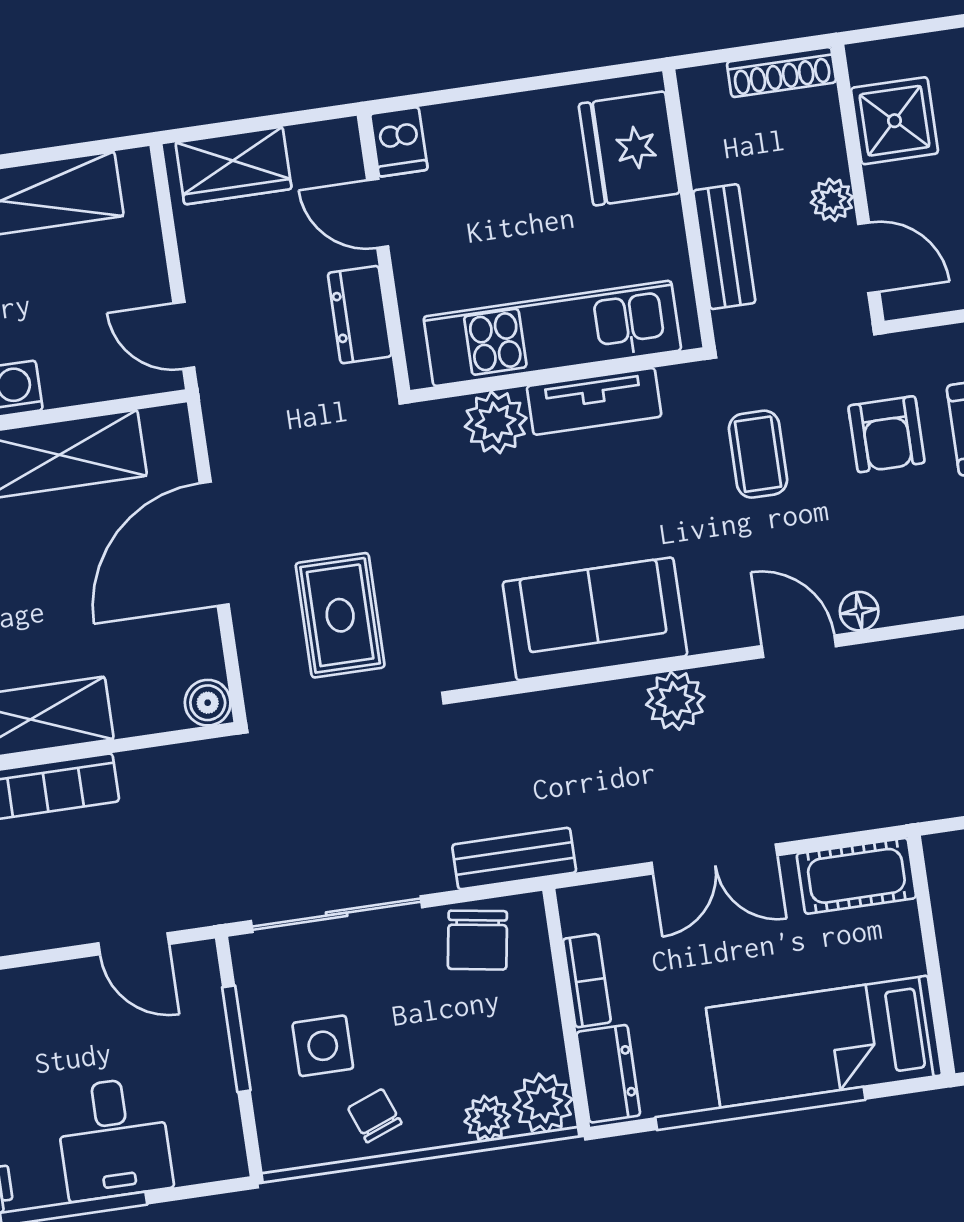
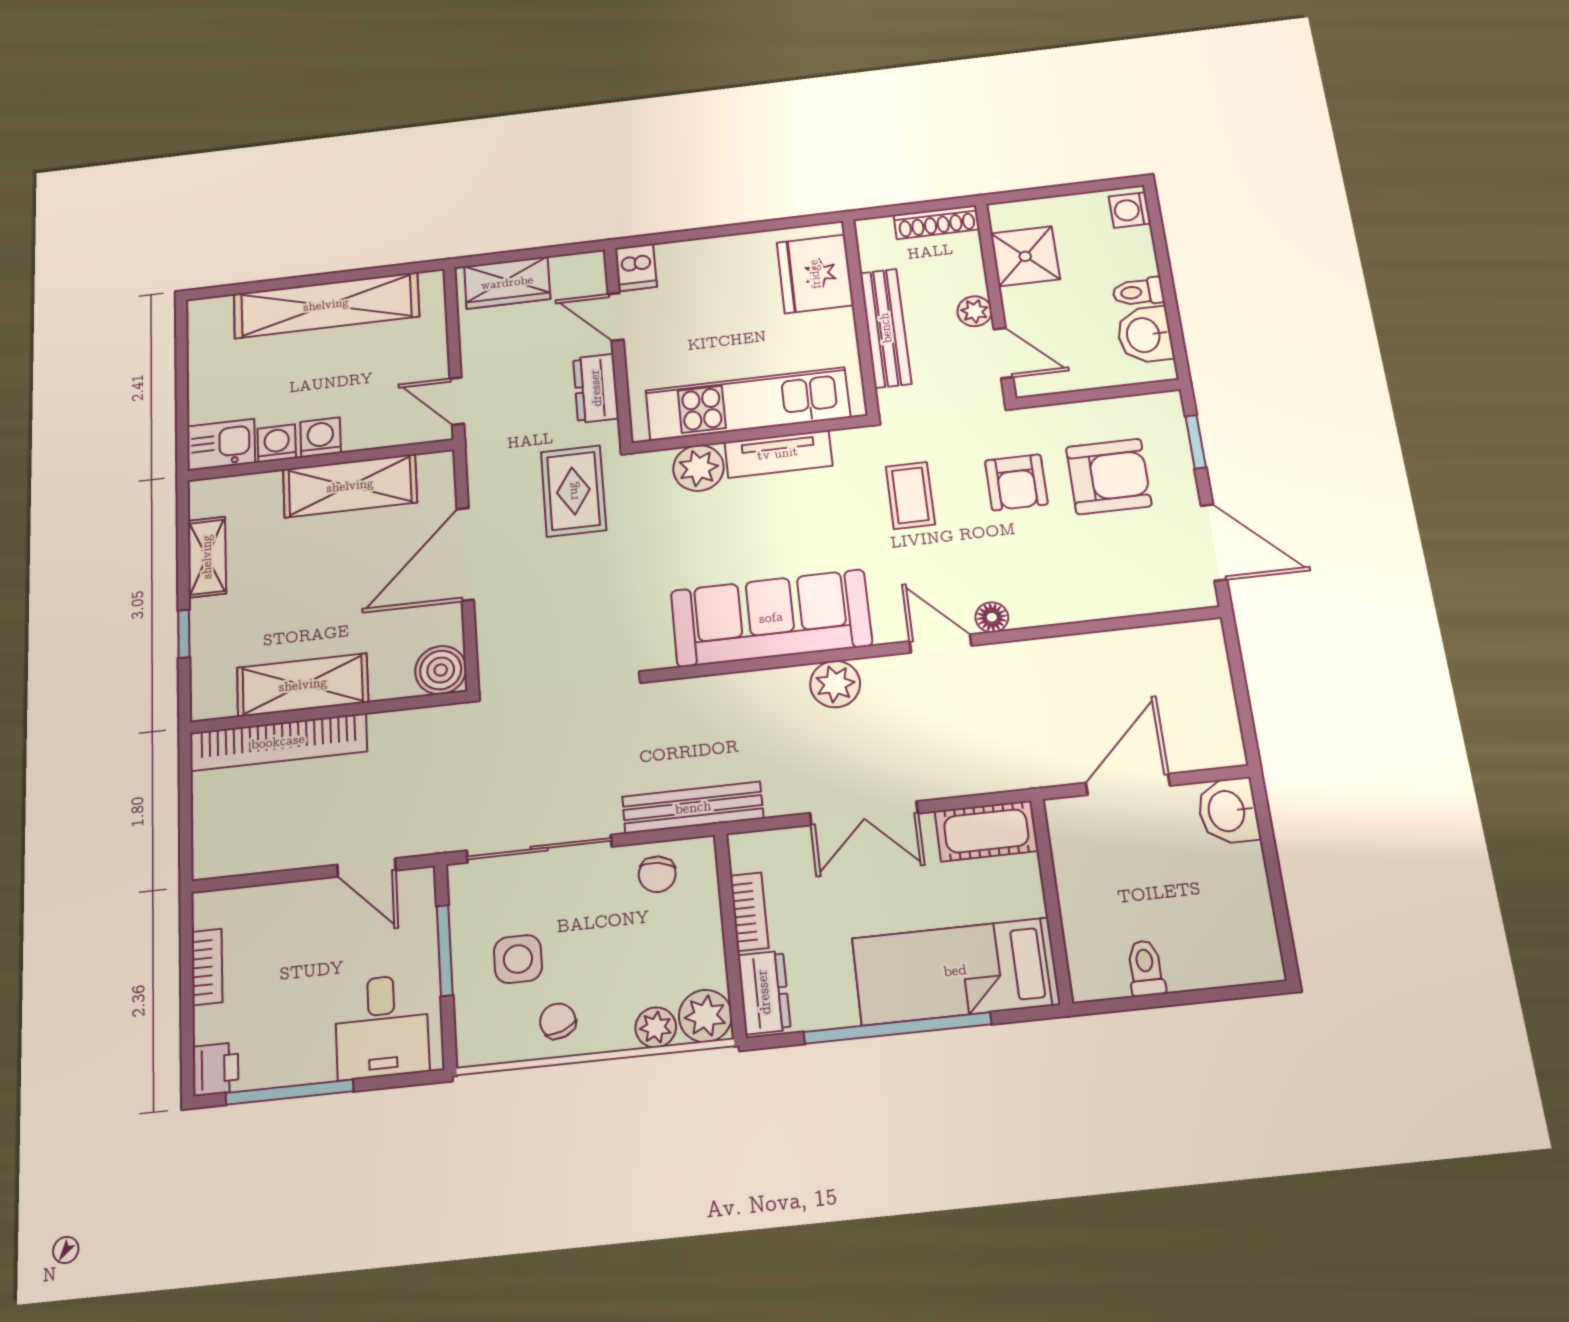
bench: (724, 247) -> (886, 328), width x1.36
rug: (340, 615) -> (573, 491), moved
sofa: (595, 619) -> (771, 618), width x1.36
boiler: (208, 703) -> (441, 670), width x1.36, depth x1.36
bench: (514, 858) -> (693, 808), width x1.36
chair: (477, 940) -> (657, 874), width x0.73, depth x0.73
desk: (114, 1138) -> (382, 1027), moved

